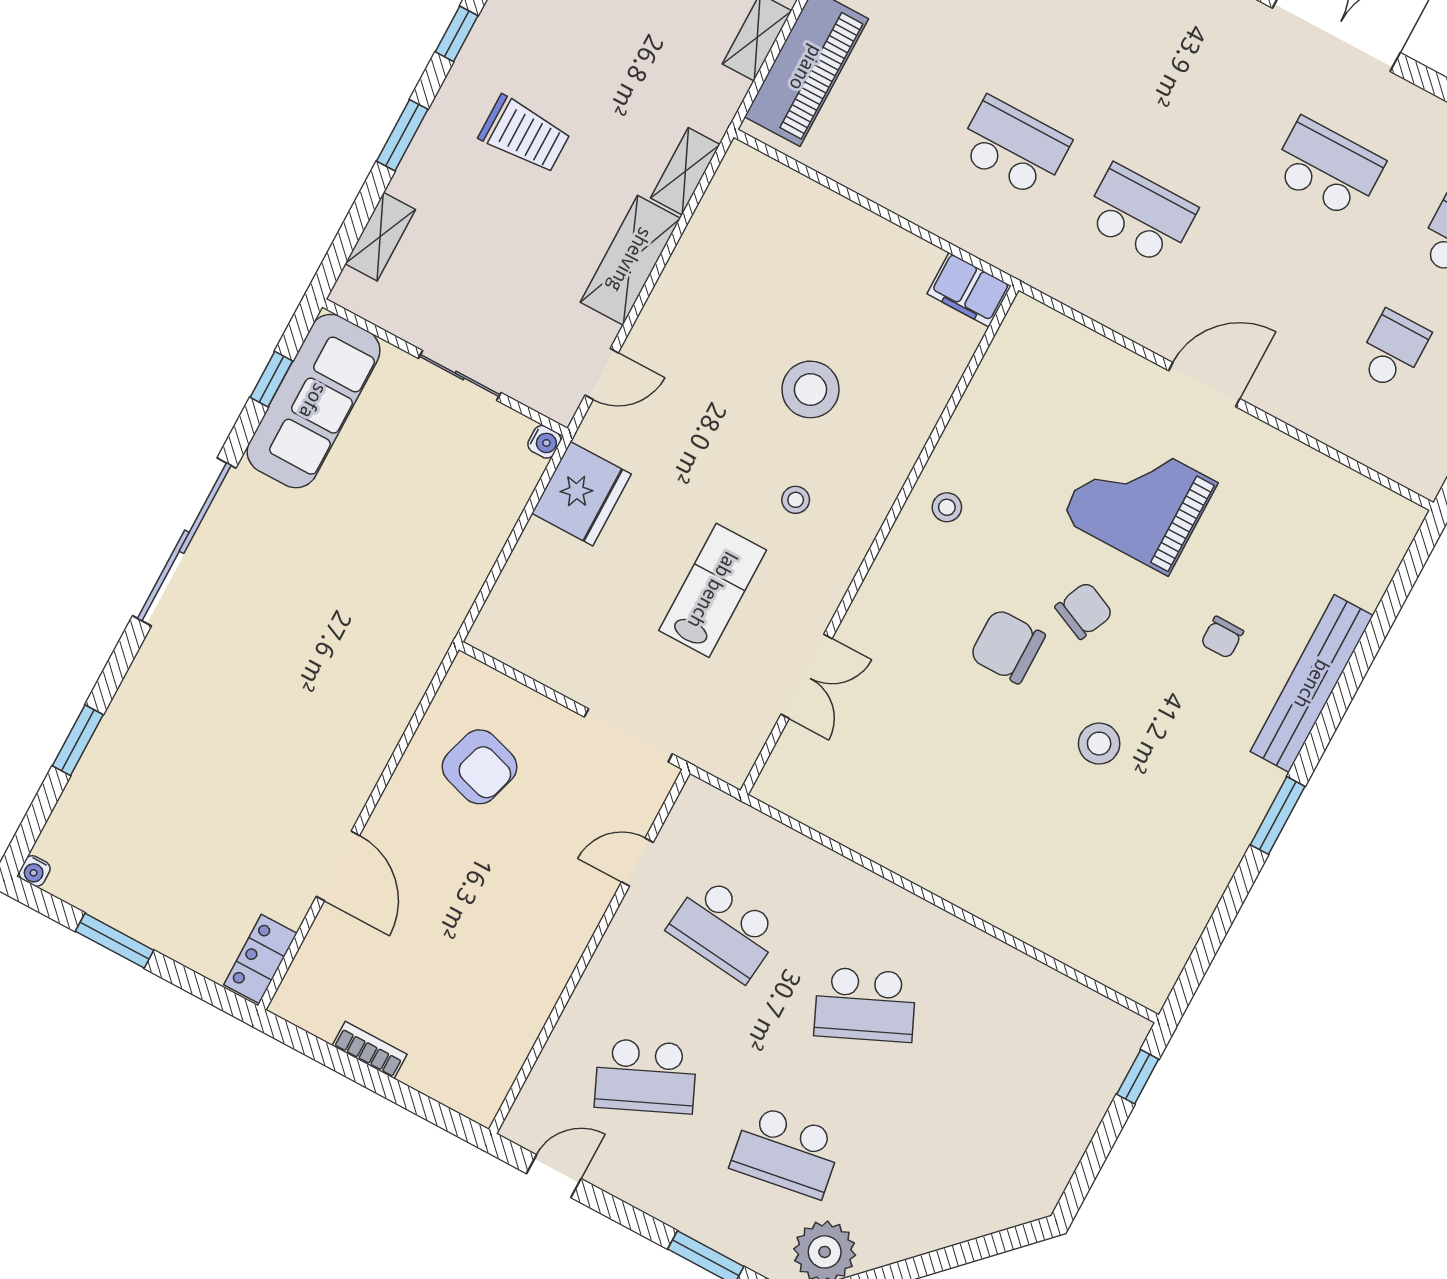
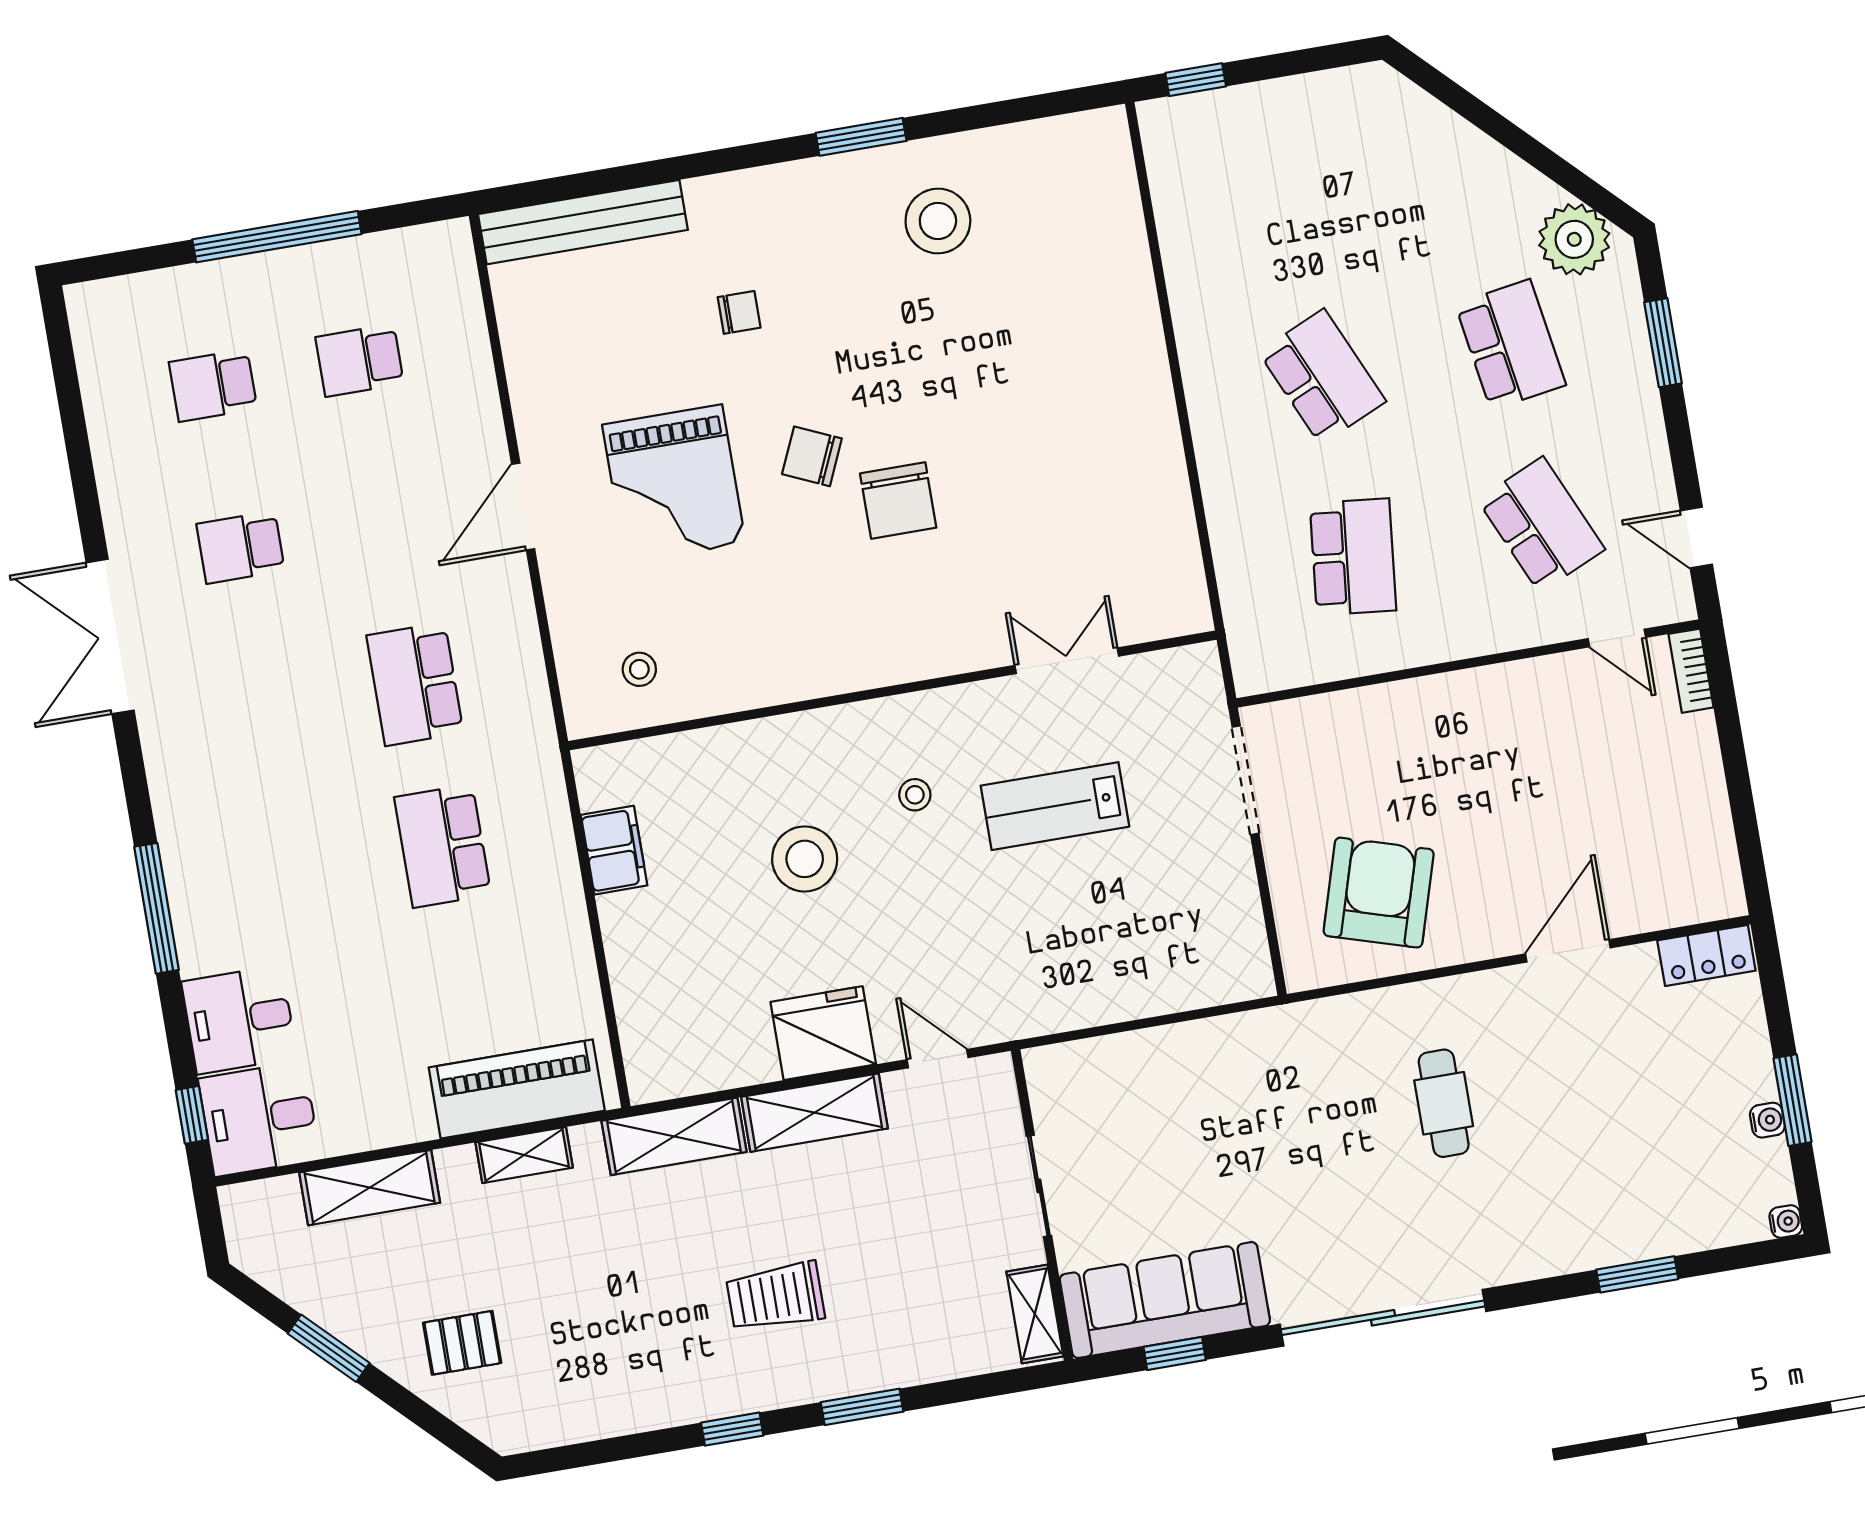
trolley: (525, 135) -> (775, 1297), turned -90
school desk: (1328, 168) -> (241, 547), width x0.54
shelving: (685, 171) -> (674, 1136), width x1.50, depth x1.33
shelving: (380, 237) -> (1035, 1314), moved, turned 90
filing cabinet: (969, 290) -> (614, 850), moved
door: (1204, 385) -> (523, 507), hinge flipped
water cooler: (544, 442) -> (1767, 1120), moved, turned 90
fridge: (581, 494) -> (823, 1033), moved
stool: (947, 507) -> (639, 669), moved
bench: (1312, 684) -> (583, 222), moved
cafe table: (300, 699) -> (1444, 1103), added
stool: (1099, 744) -> (938, 221), moved, width x1.38, depth x1.38
armchair: (480, 767) -> (1379, 893), width x1.36, depth x1.36
door: (637, 862) -> (1617, 638), moved
bookcase: (370, 1050) -> (1691, 671), moved

